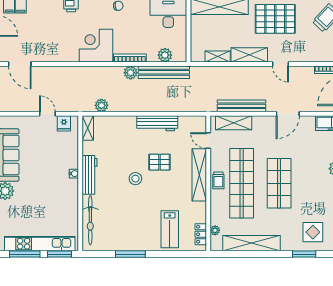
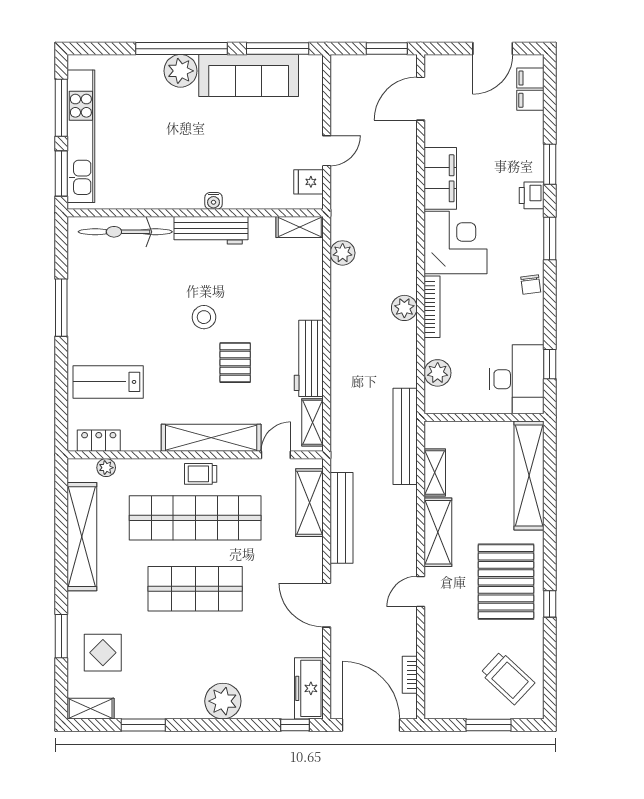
filing cabinet: (62, 54) -> (440, 178), added
bench: (164, 72) -> (405, 436), moved
shelving: (191, 121) -> (312, 422), added

